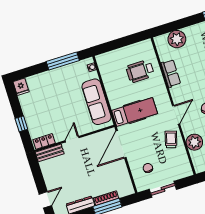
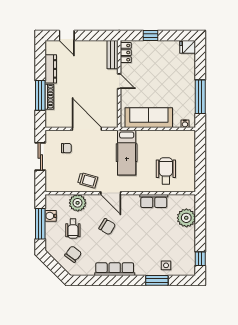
door: (121, 144) -> (87, 129), moved

